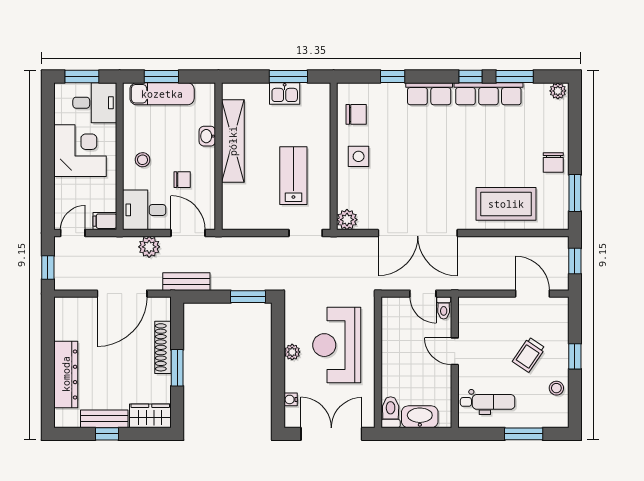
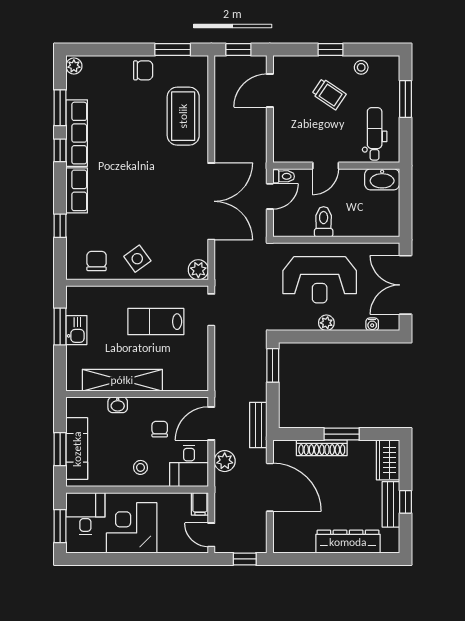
side table: (359, 156) -> (137, 259), turned -36
toilet: (391, 412) -> (324, 222), moved, turned 90
washbasin: (420, 417) -> (382, 179), moved, turned -90

